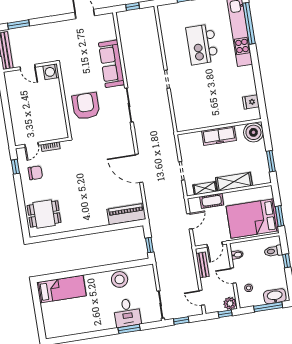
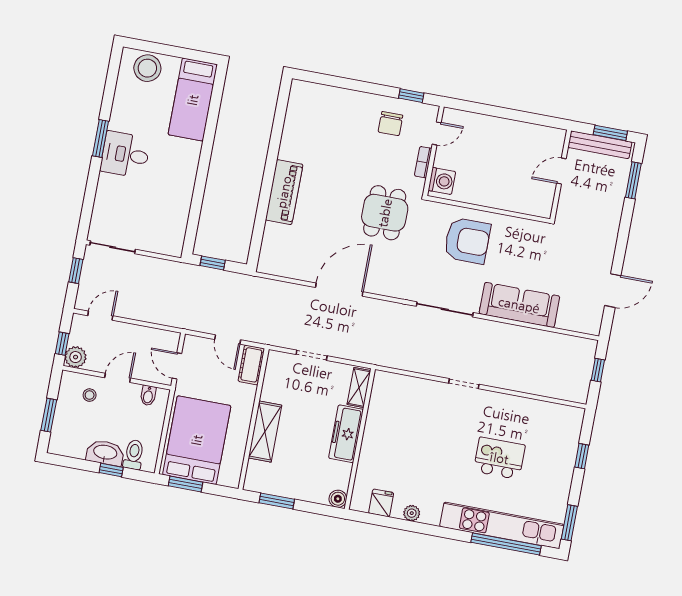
kitchen island: (202, 44) -> (499, 458), width x0.73, depth x0.78
washing machine: (51, 72) -> (442, 181), moved, turned 90
plant: (250, 83) -> (412, 513), added
boiler: (253, 132) -> (338, 499), width x0.54, depth x0.54
door: (32, 145) -> (437, 133), swing flipped
shelving: (205, 188) -> (359, 388), moved
cot: (212, 201) -> (251, 365), moved
dining table: (44, 214) -> (385, 213), moved
piano: (126, 214) -> (284, 192), moved
bench: (202, 265) -> (152, 335), removed
stool: (120, 279) -> (147, 68), moved
washbasin: (275, 296) -> (105, 453), moved, turned -90
window: (268, 307) -> (49, 415), width x0.69
desk: (127, 313) -> (125, 155), moved
window: (129, 329) -> (101, 139), moved

